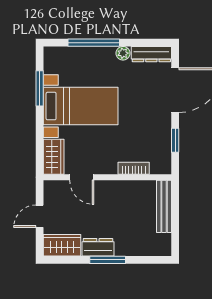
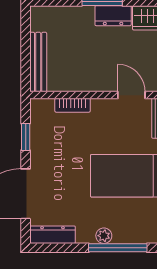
plant: (123, 53) -> (104, 236), moved

